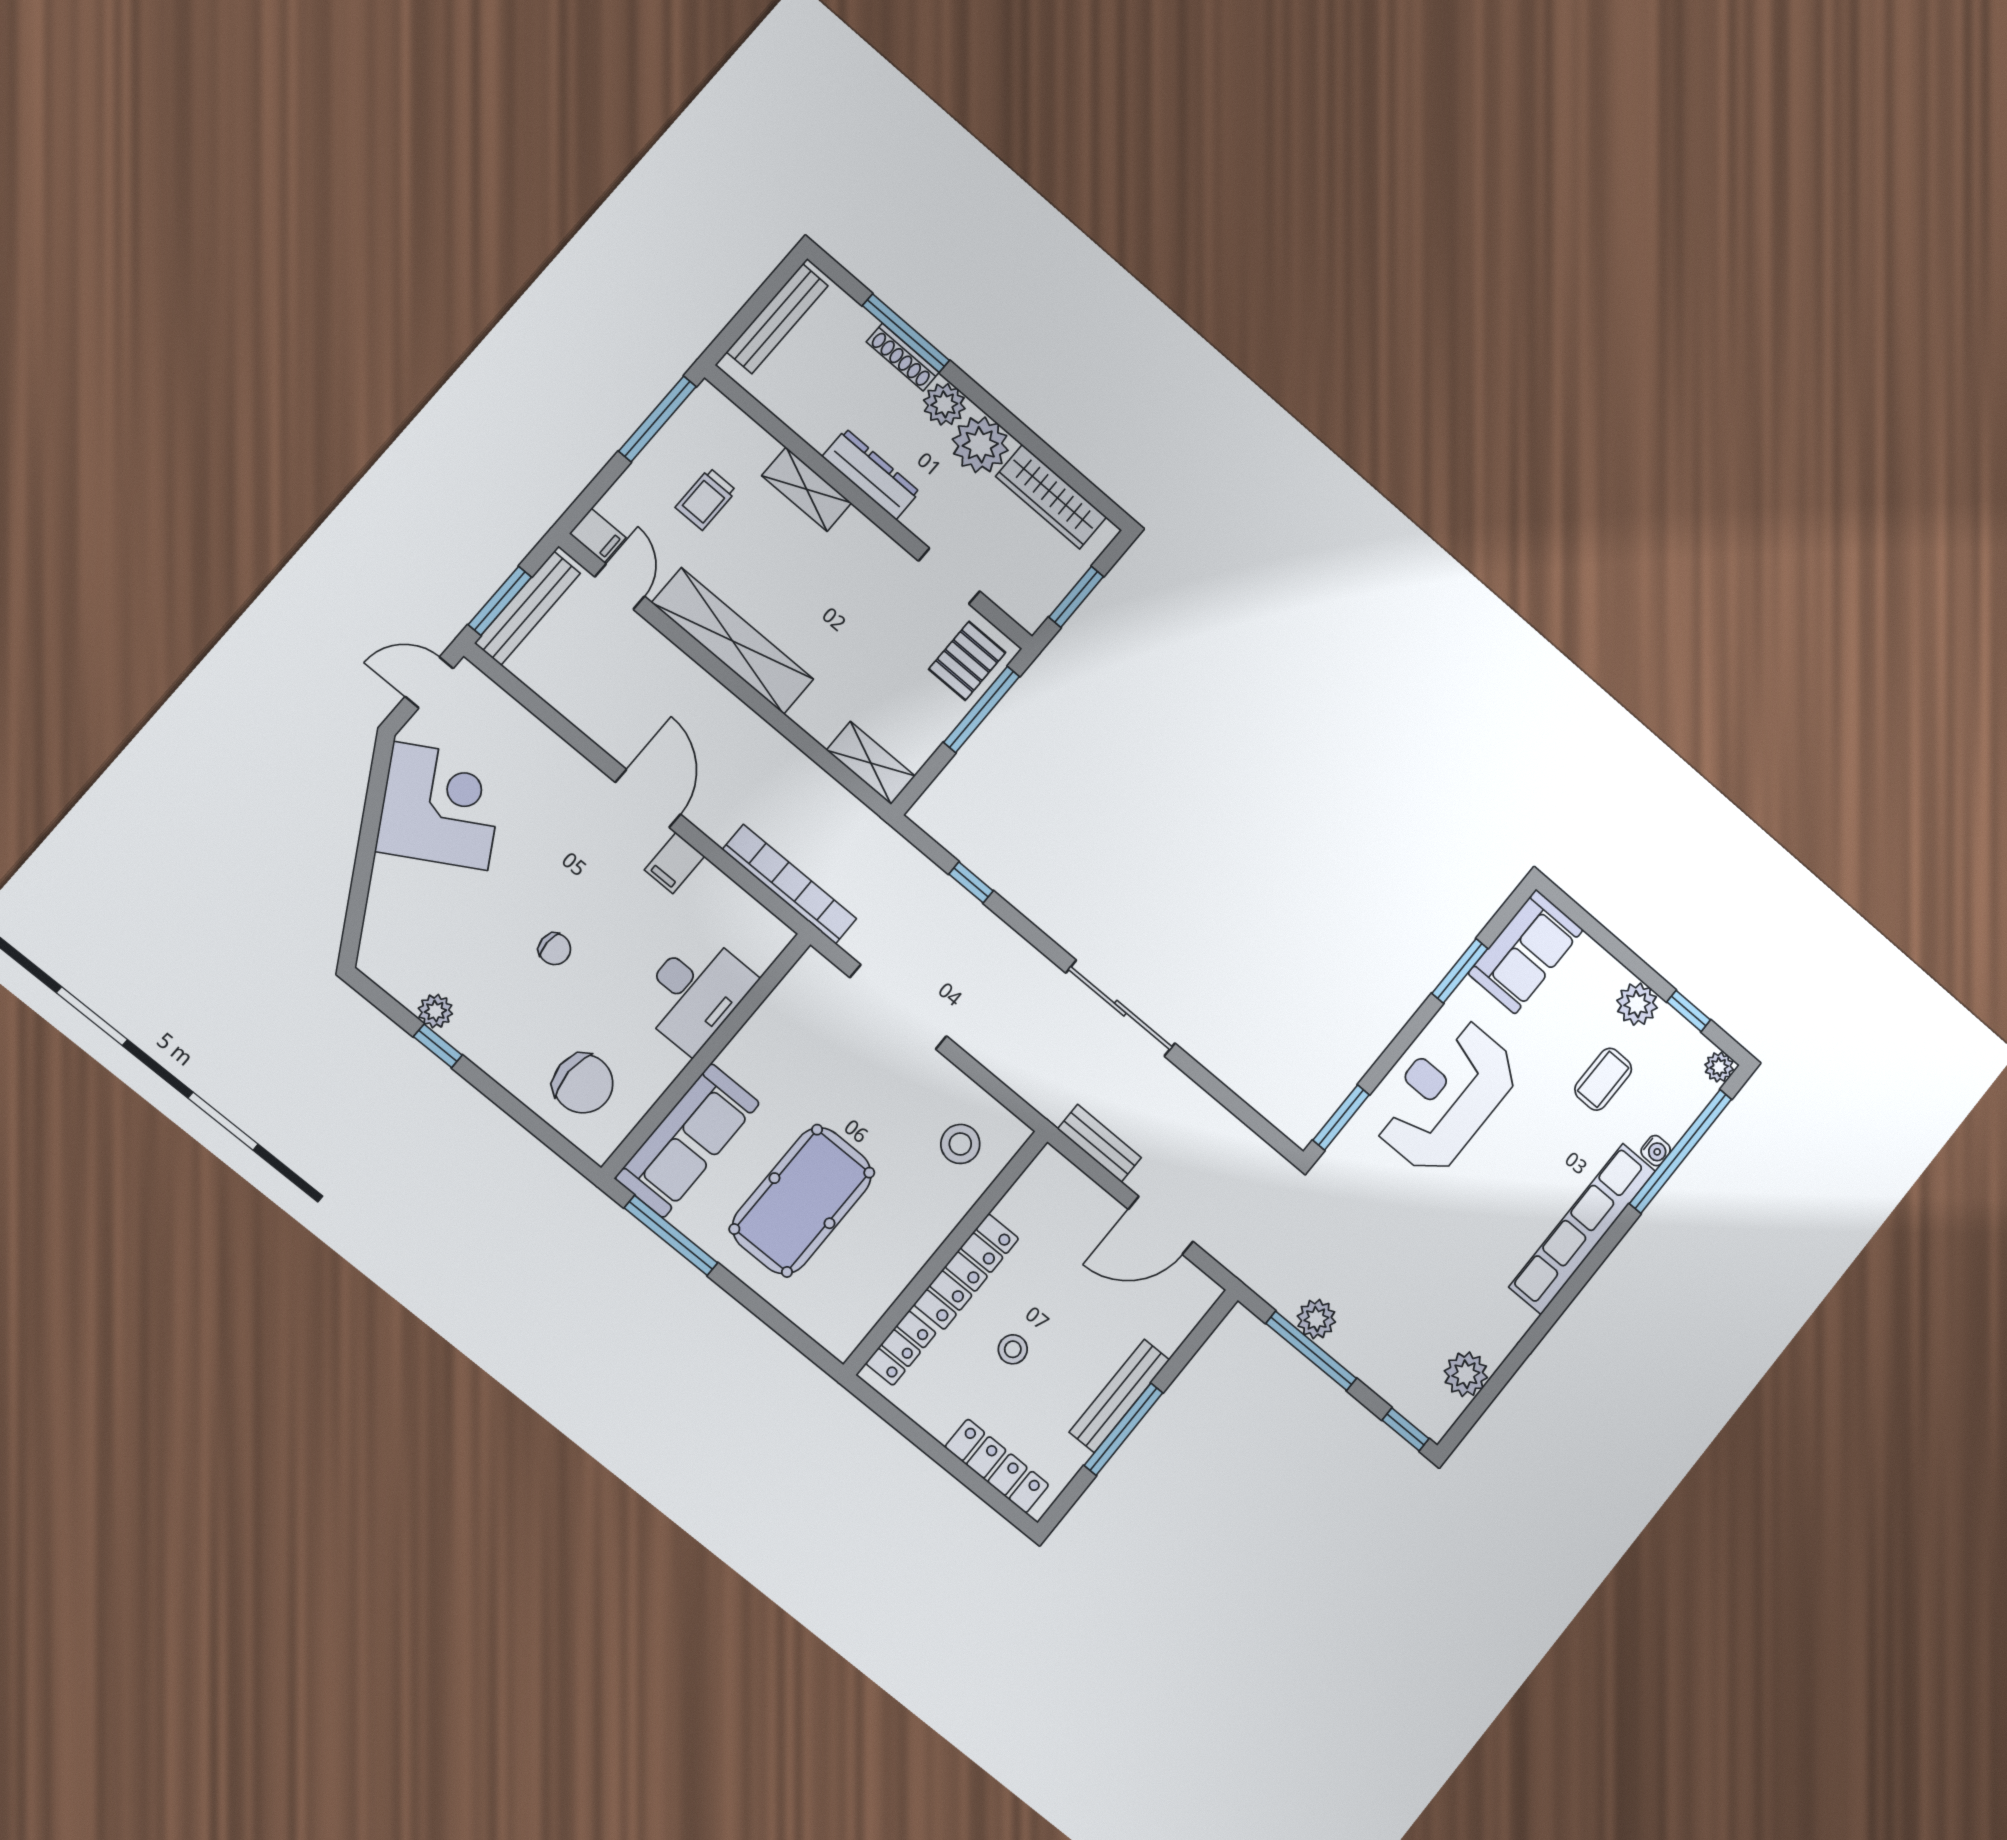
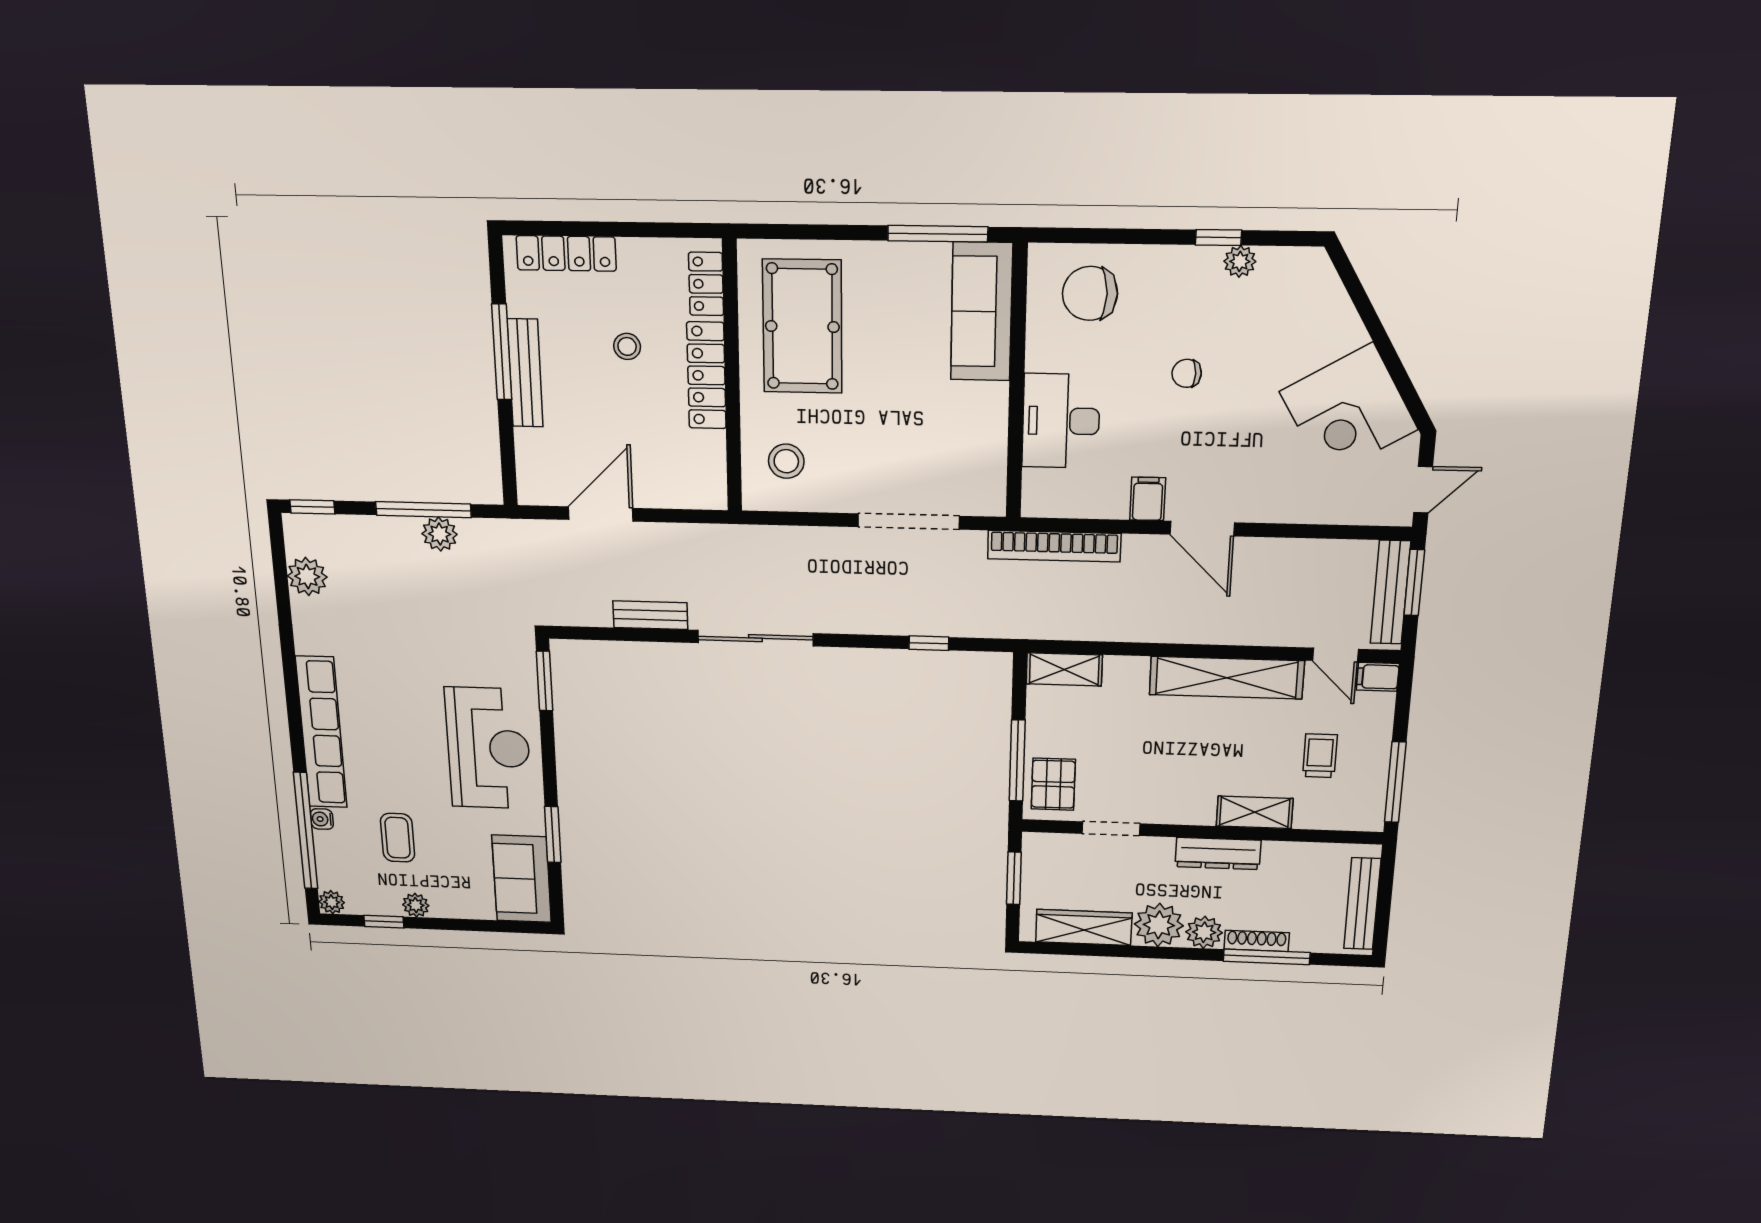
plant: (1637, 1004) -> (416, 905), width x0.73, depth x0.73
bench: (1099, 1143) -> (650, 615), moved
pool table: (802, 1201) -> (802, 327), moved

